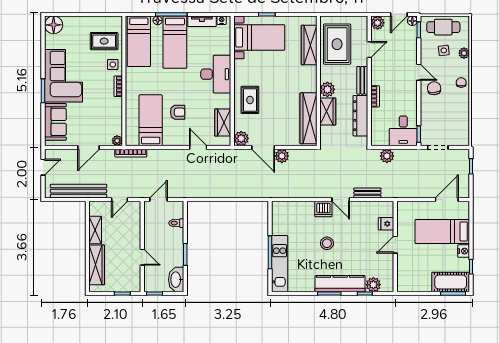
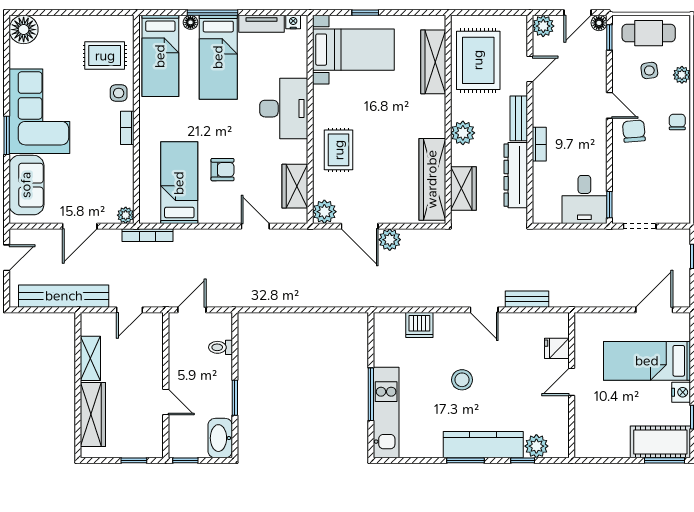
wardrobe: (328, 112) -> (463, 189), moved
plant: (387, 156) -> (558, 240), removed
dishwasher: (323, 209) -> (419, 325), moved

